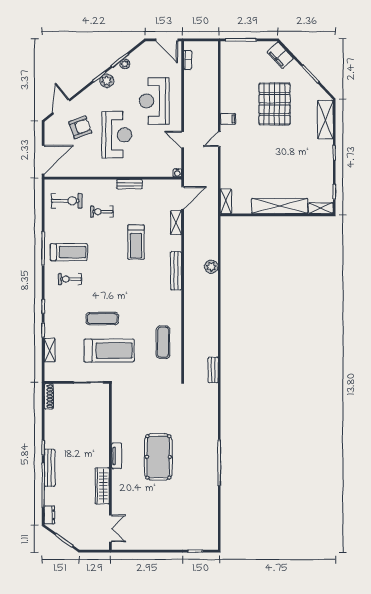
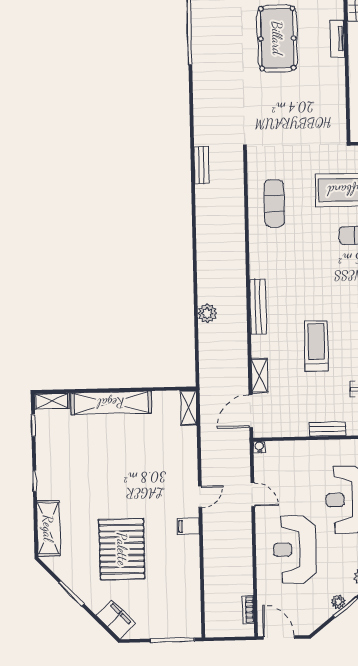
reception desk: (154, 101) -> (295, 549), turned 180

